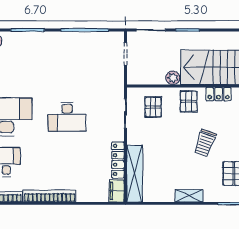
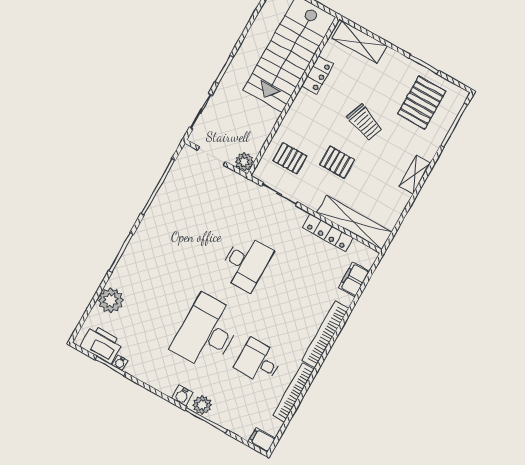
plant: (173, 78) -> (244, 162), moved
pallet: (189, 101) -> (337, 162), moved
filing cabinet: (117, 191) -> (354, 279), moved, turned 90

